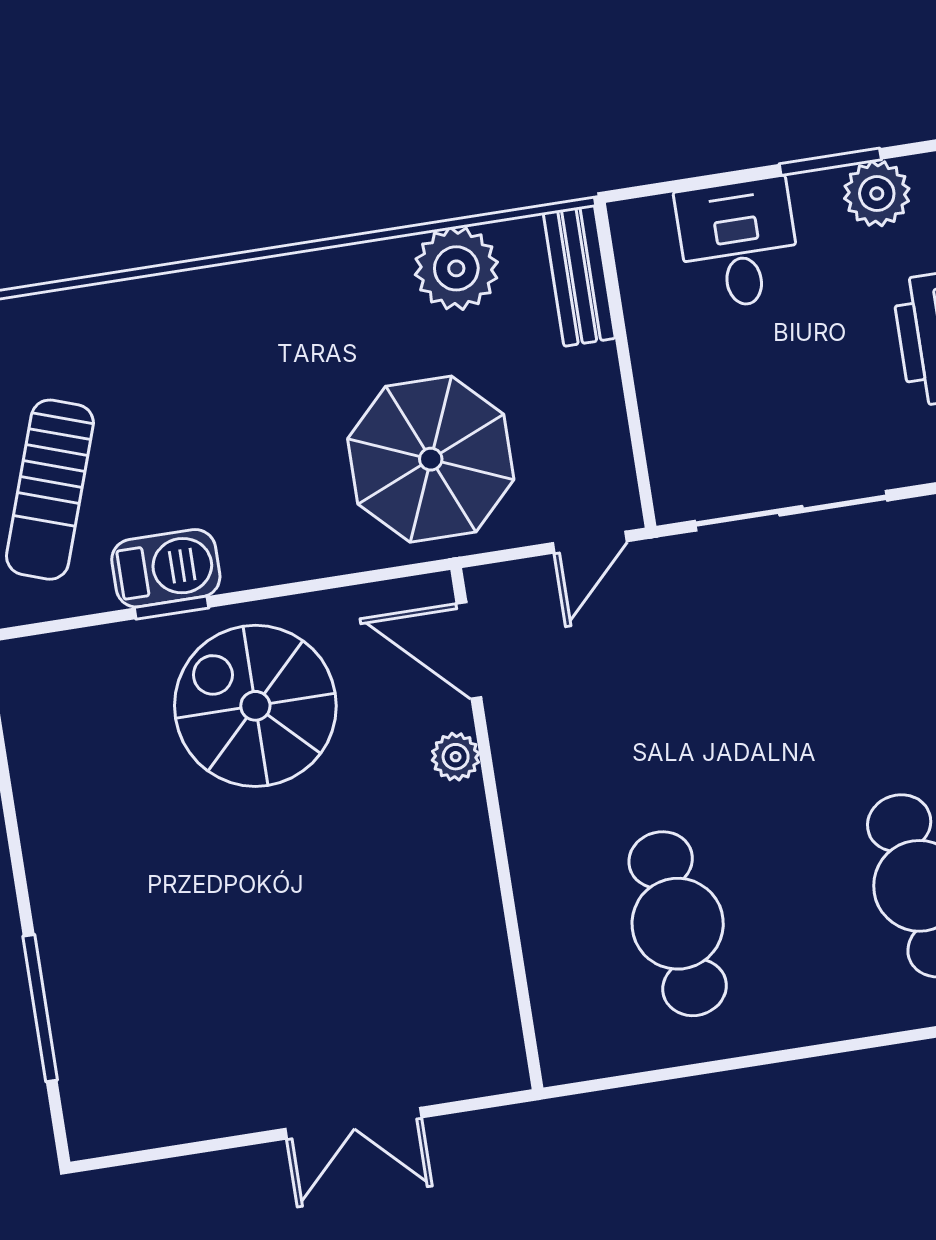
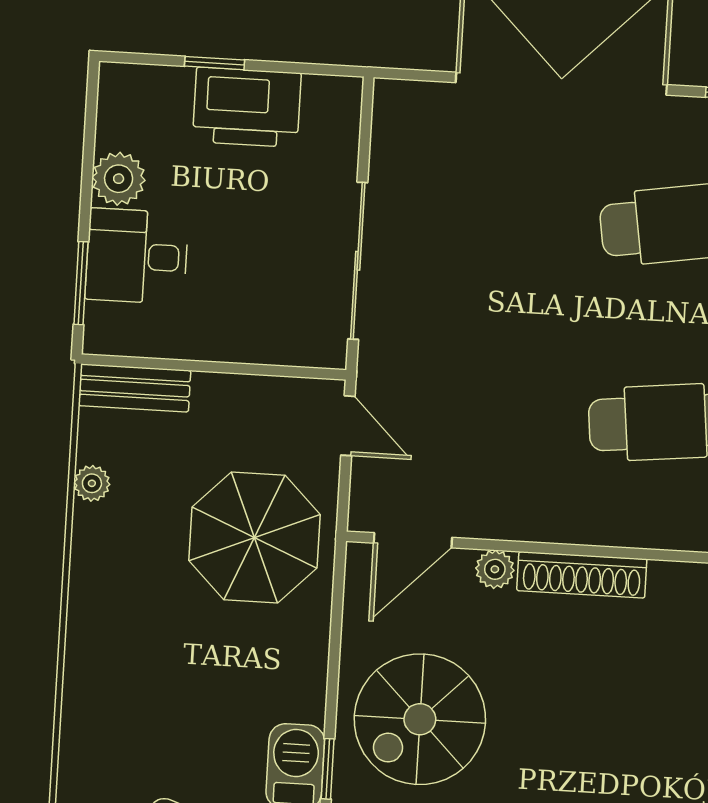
window: (830, 162) -> (81, 283), moved
plant: (877, 194) -> (119, 179), moved
plant: (456, 268) -> (92, 483), width x0.53, depth x0.53
shoe rack: (472, 863) -> (582, 575), added

